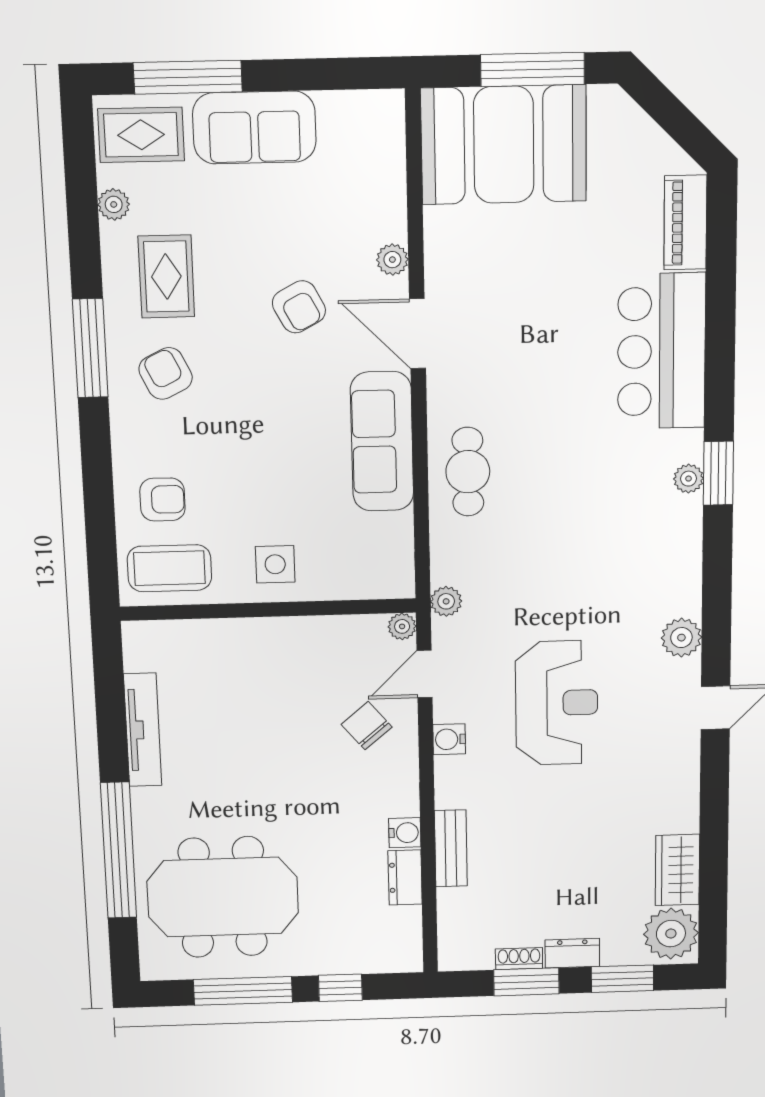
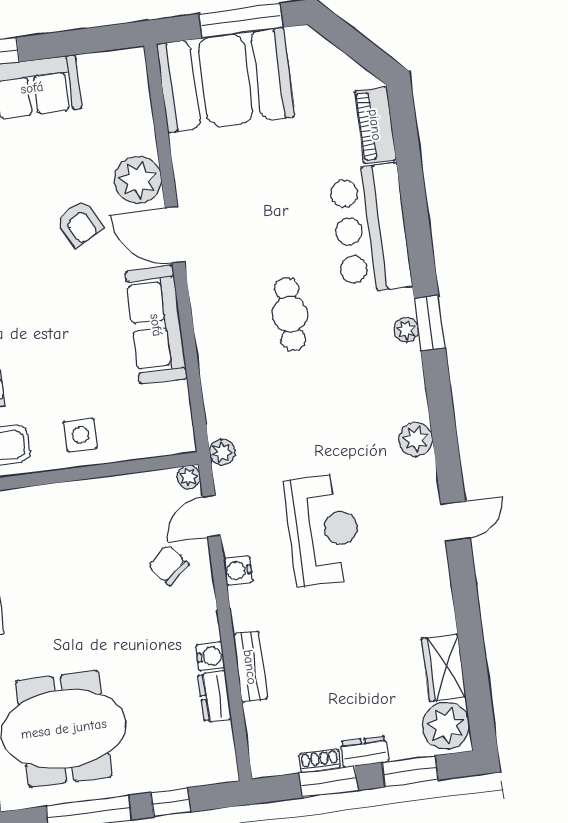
plant: (392, 260) -> (138, 180), width x1.87, depth x1.87
cafe table: (468, 472) -> (290, 314), moved
plant: (681, 638) -> (416, 439), moved

